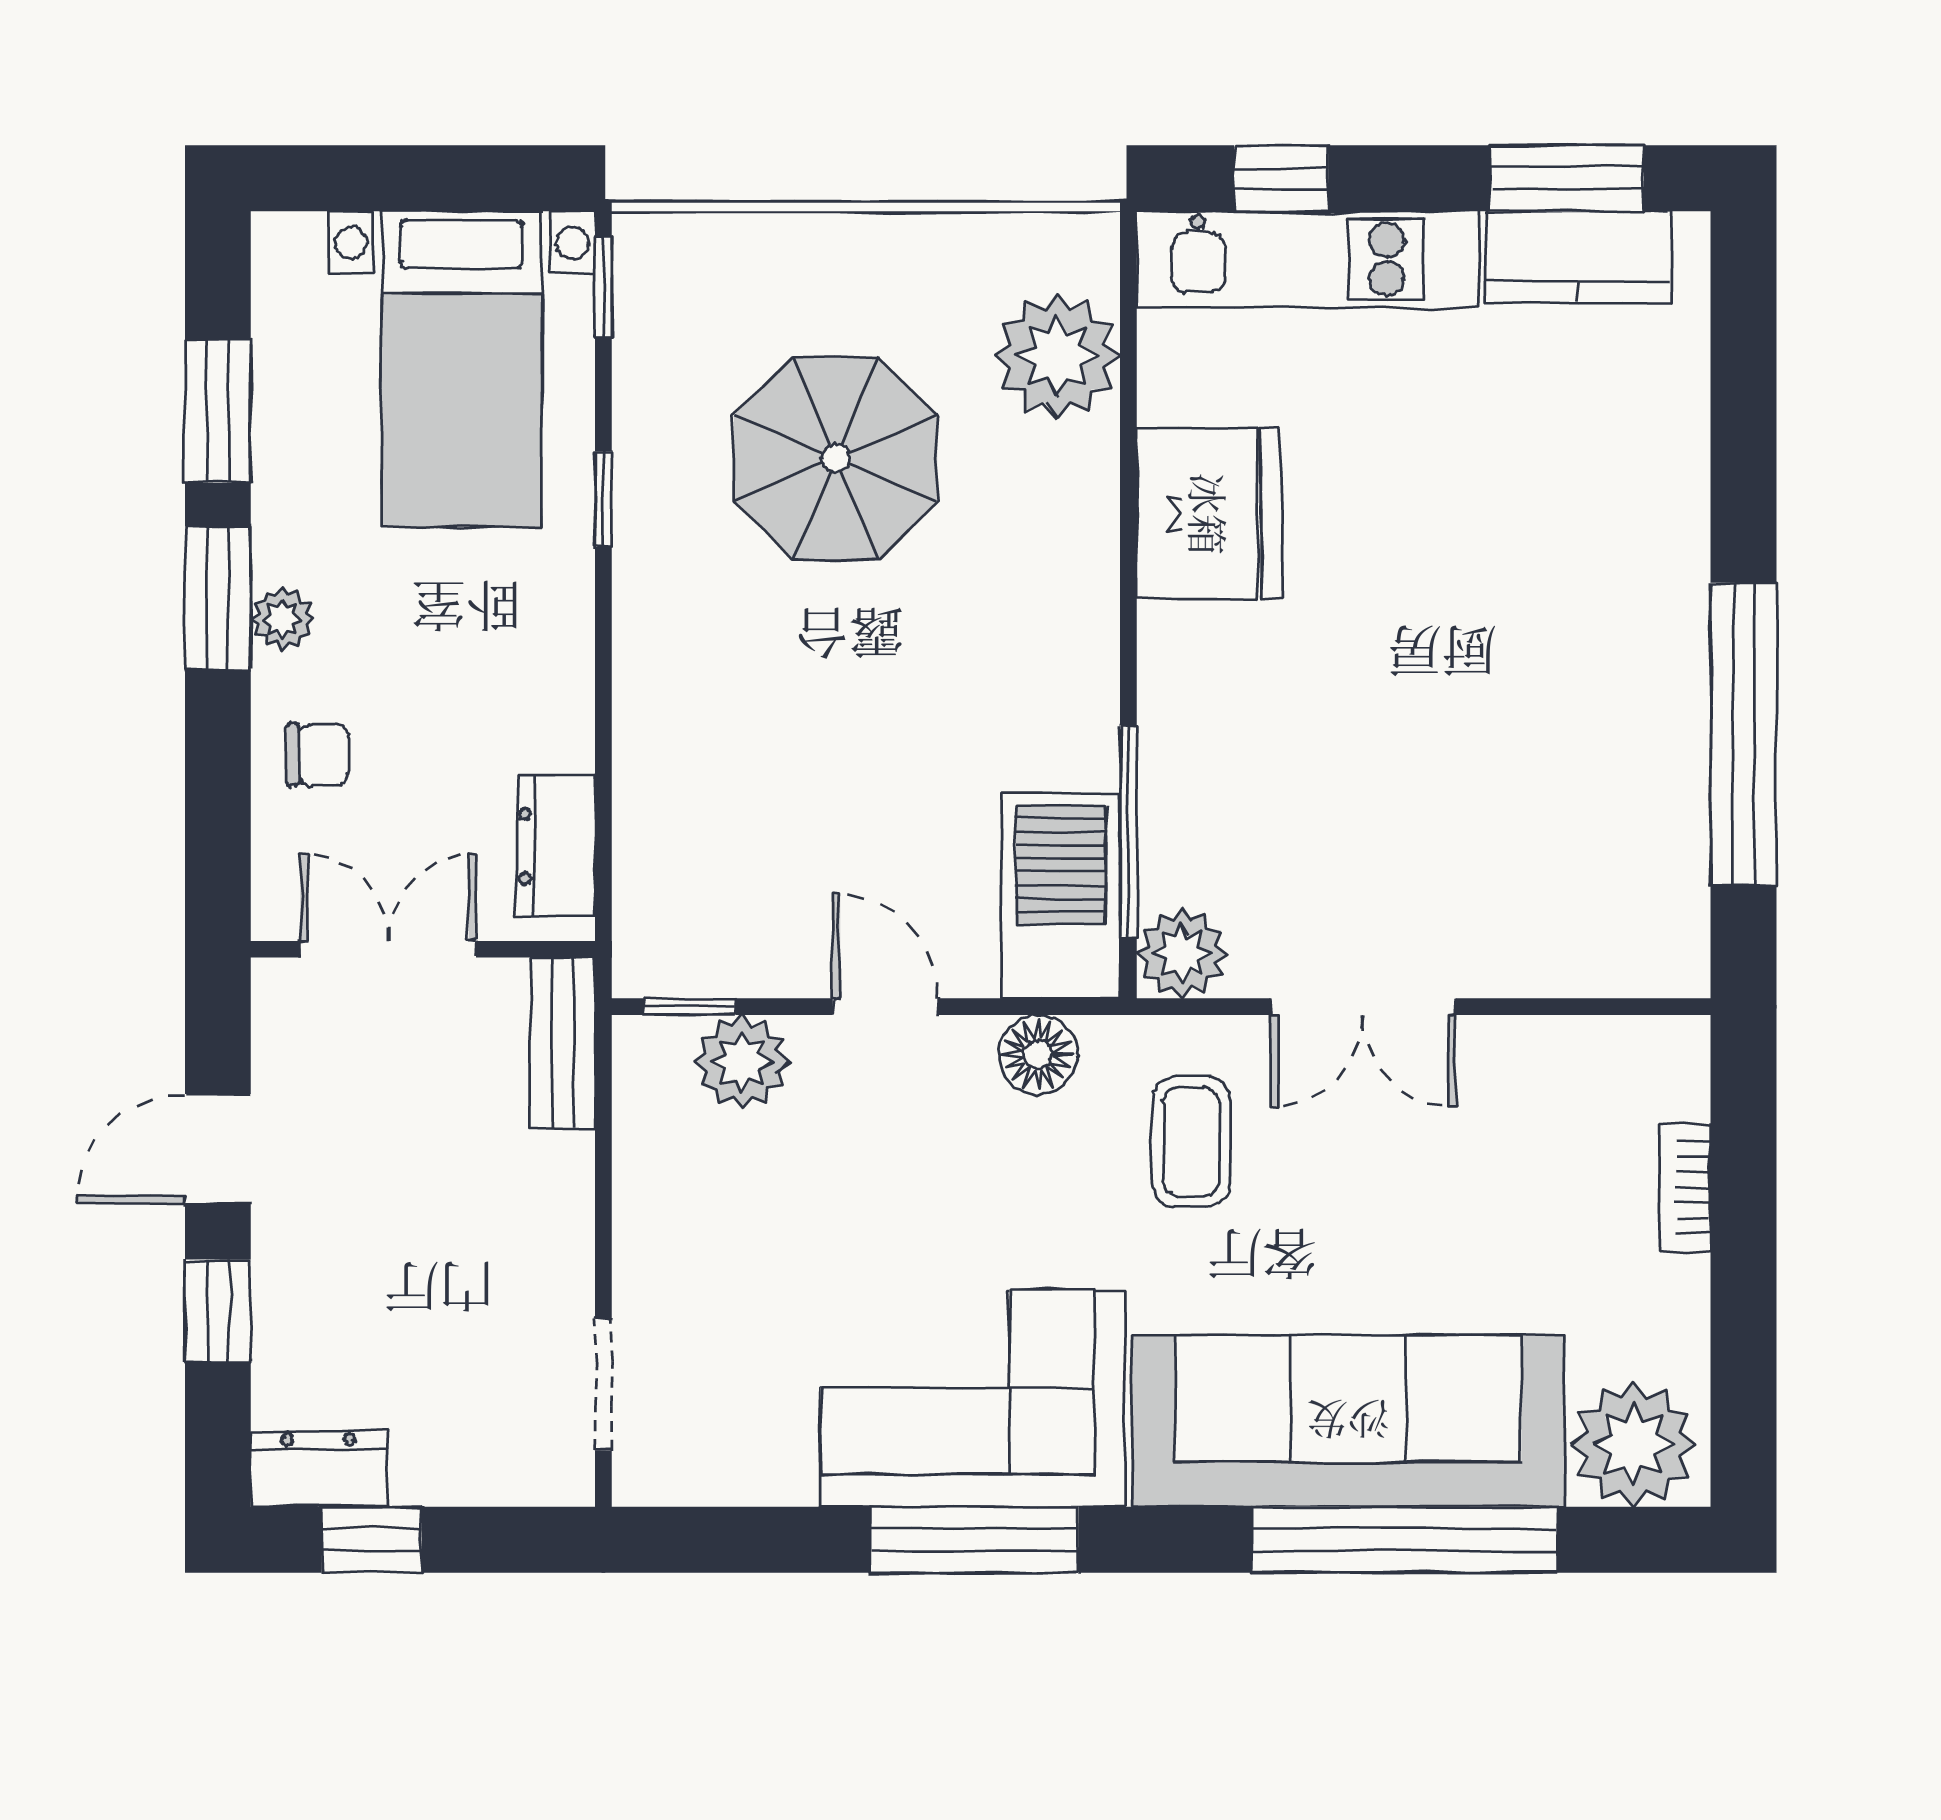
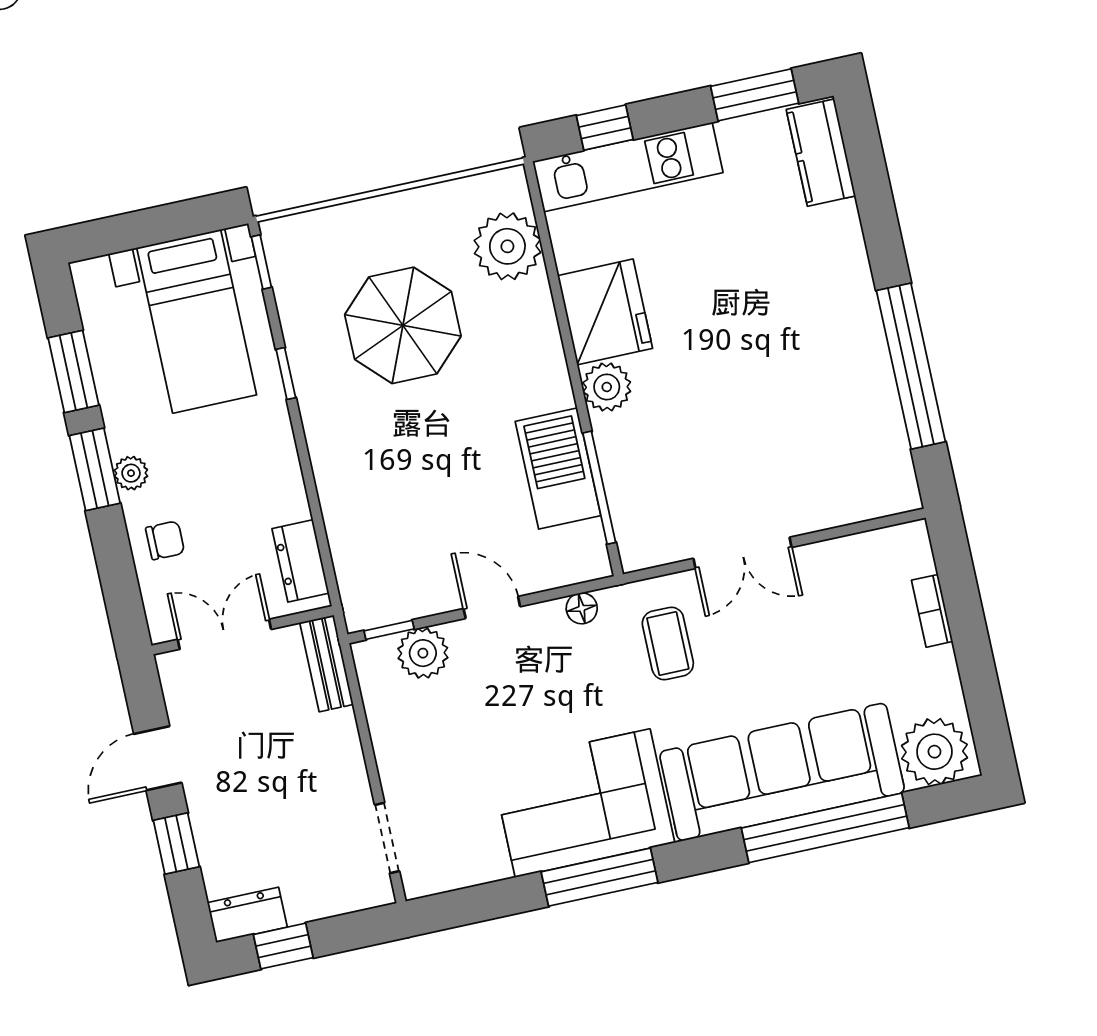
kitchen counter: (1577, 257) -> (821, 153), moved, turned 90
barbecue: (1061, 896) -> (558, 468), moved
plant: (1182, 953) -> (607, 387), moved
floor lamp: (1038, 1054) -> (582, 608), width x0.73, depth x0.73

